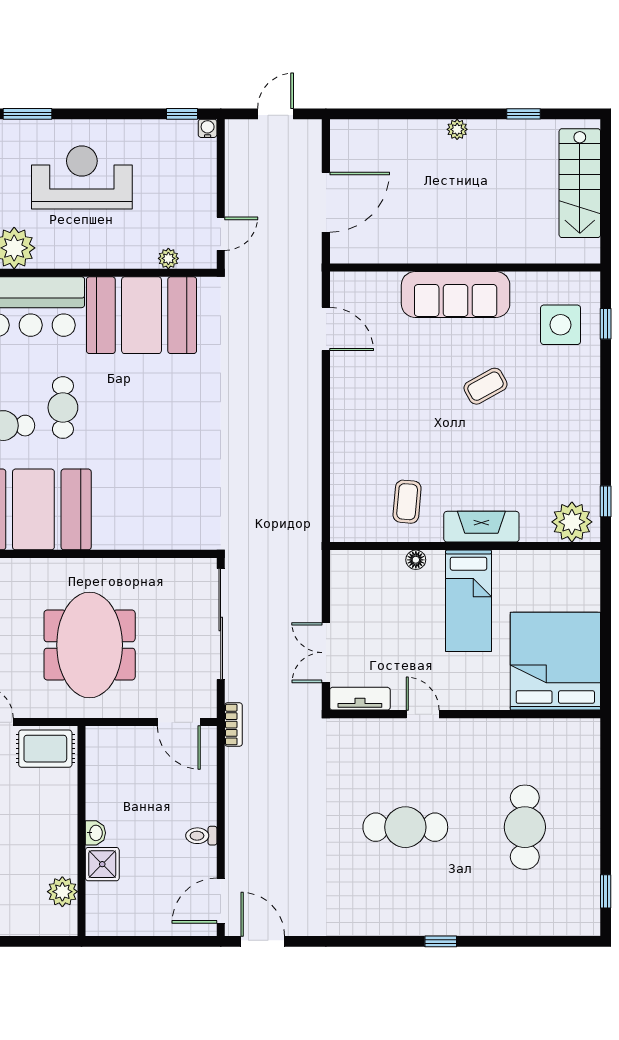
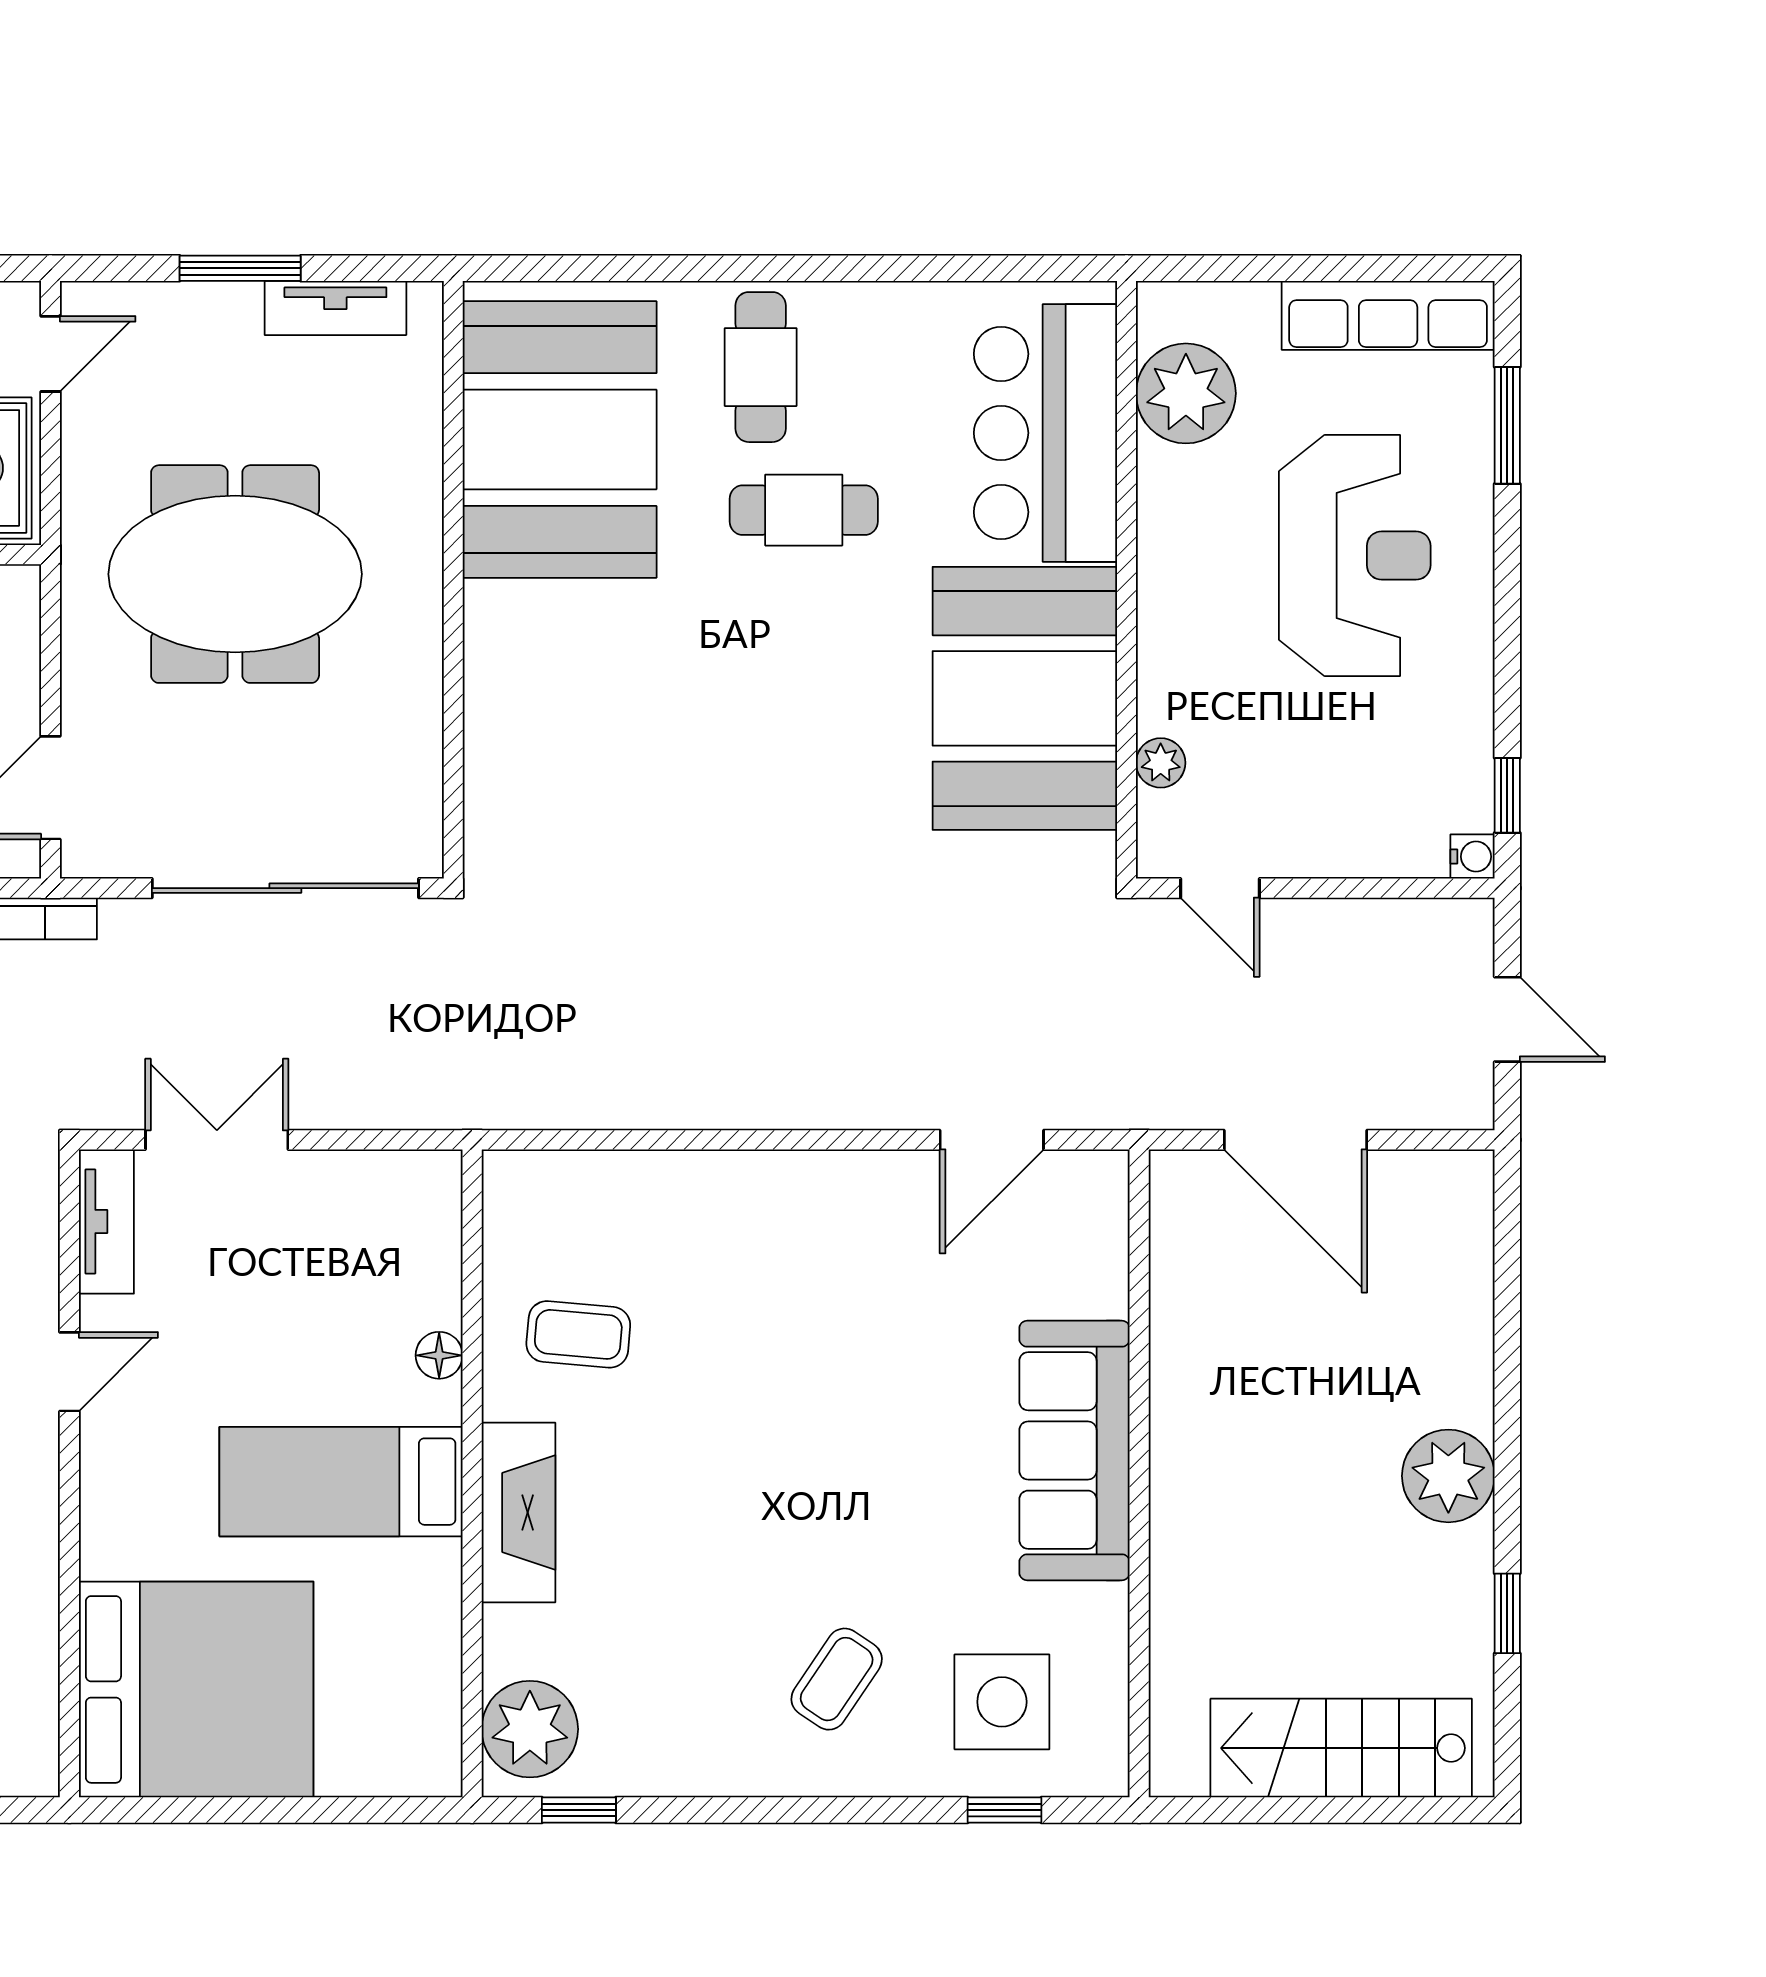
plant: (457, 129) -> (1448, 1476), width x1.87, depth x1.87
coffee table: (485, 386) -> (837, 1679), moved, turned 63

